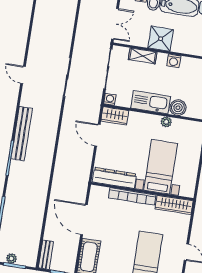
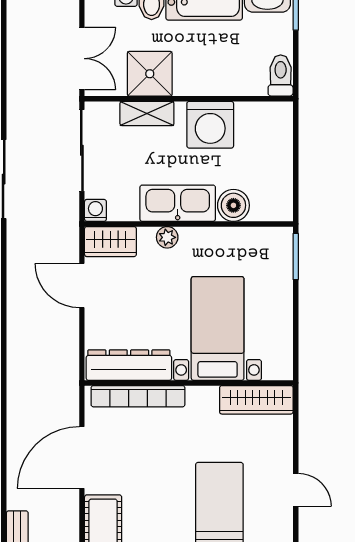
shower: (161, 39) -> (150, 74), moved
washing machine: (174, 61) -> (210, 125), width x1.89, depth x1.89
plant: (166, 122) -> (167, 237), moved
bookcase: (132, 196) -> (138, 396), moved
door: (84, 220) -> (82, 458), hinge flipped

